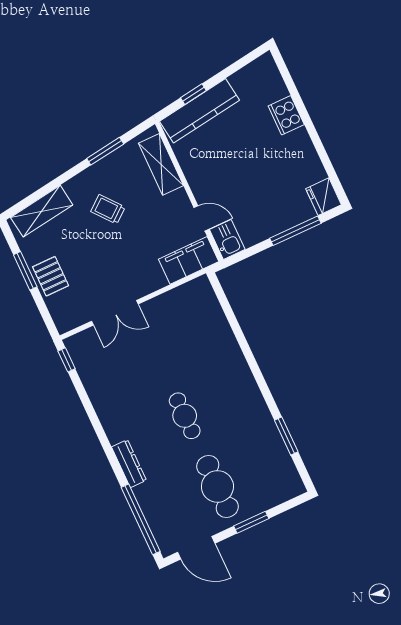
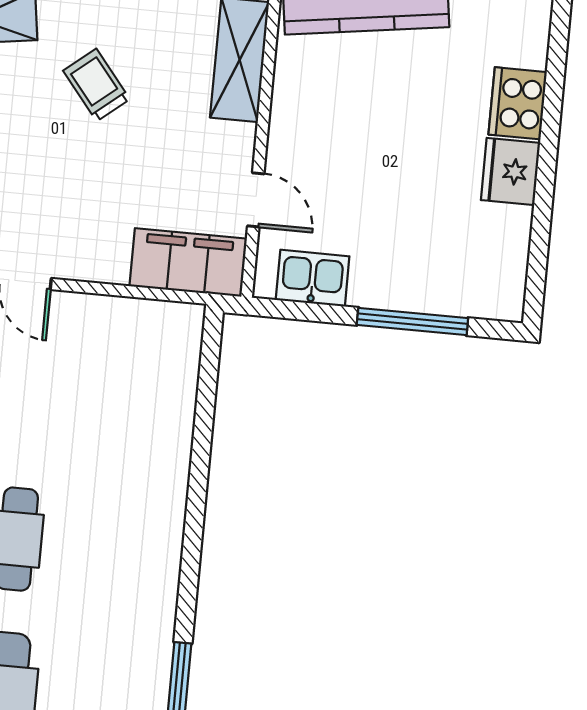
fridge: (324, 197) -> (510, 171), moved
kitchen sink: (227, 239) -> (313, 278), moved, turned -90

